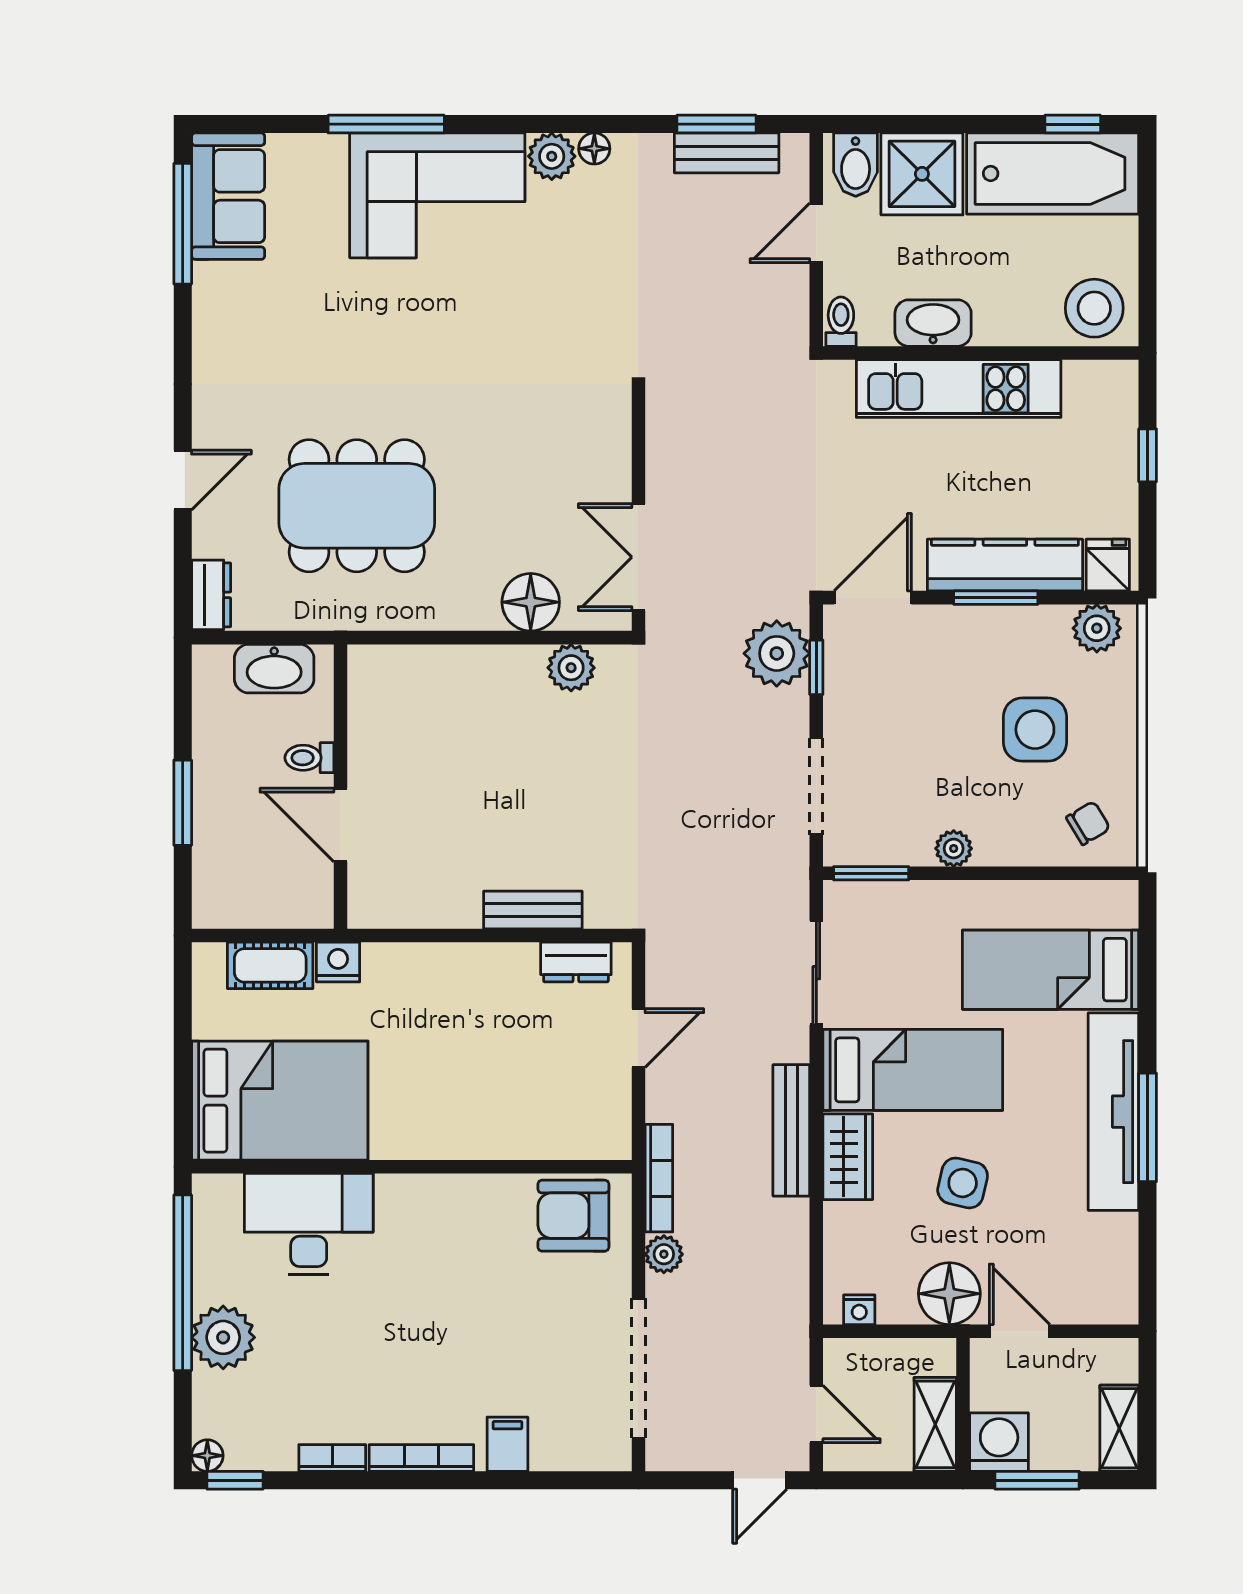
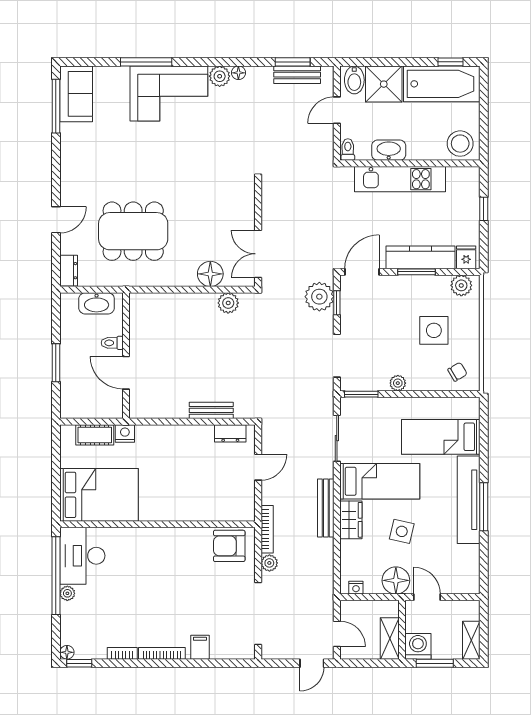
desk: (309, 1224) -> (82, 556), moved, turned -90
plant: (223, 1337) -> (67, 593), width x0.53, depth x0.53

